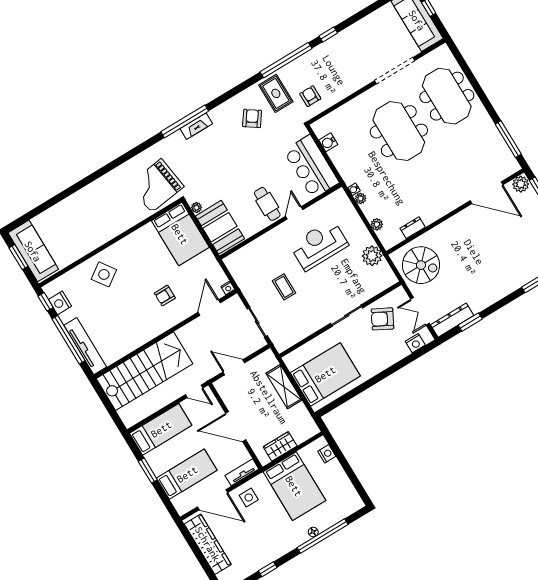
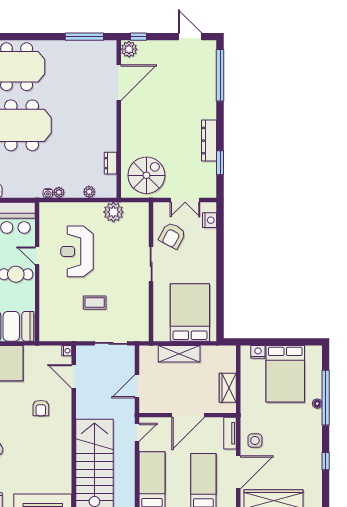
dresser: (452, 320) -> (209, 141), moved
bed: (294, 486) -> (285, 374), moved, turned 90

